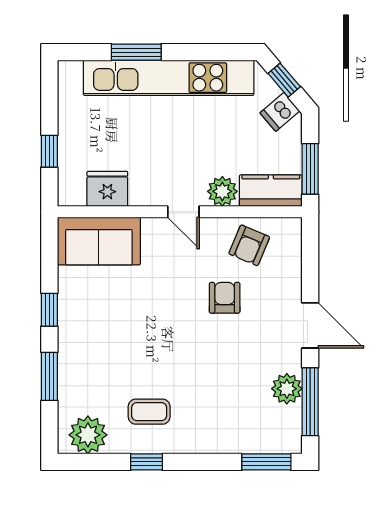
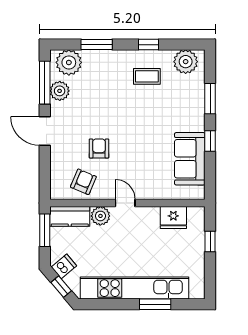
sofa: (99, 241) -> (190, 159), moved, turned -90
armchair: (225, 298) -> (99, 149), turned 180
plant: (272, 434) -> (69, 62), added
window: (266, 462) -> (97, 45), moved

